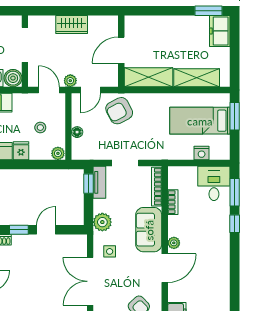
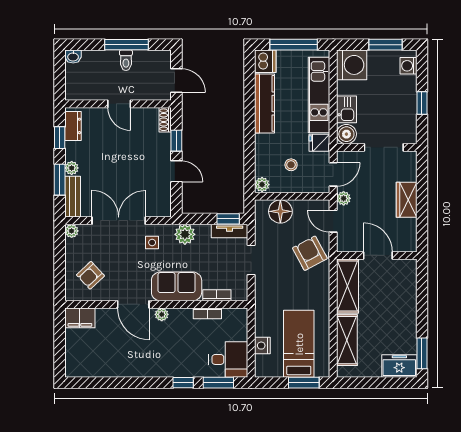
floor lamp: (77, 132) -> (280, 211), width x1.89, depth x1.89
fridge: (21, 151) -> (319, 143), moved, turned 180
bookcase: (157, 187) -> (217, 295), width x0.64

